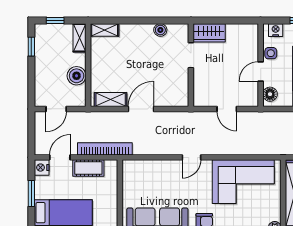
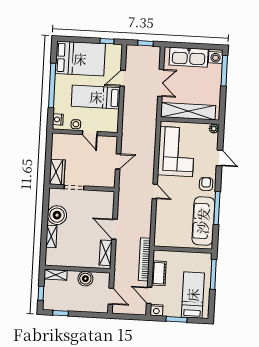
shelving: (105, 30) -> (51, 236), moved
boiler: (160, 30) -> (57, 215), width x1.86, depth x1.86
floor lamp: (270, 94) -> (108, 127), removed

